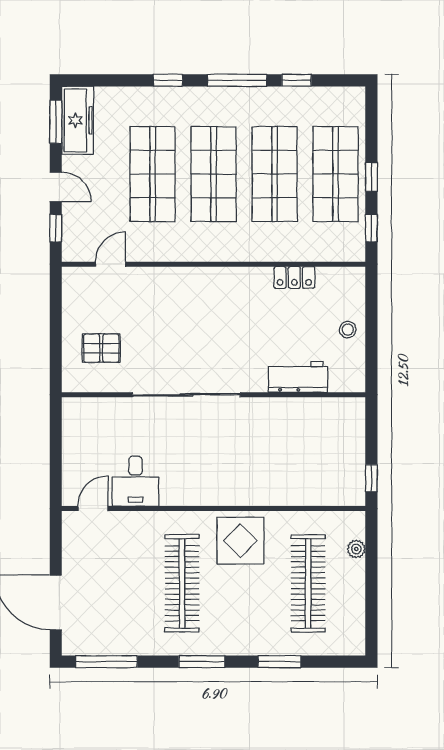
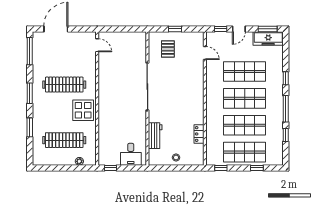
window: (371, 177) -> (257, 168), moved
window: (56, 332) -> (175, 29), added
desk: (136, 481) -> (131, 154), moved, turned -90

